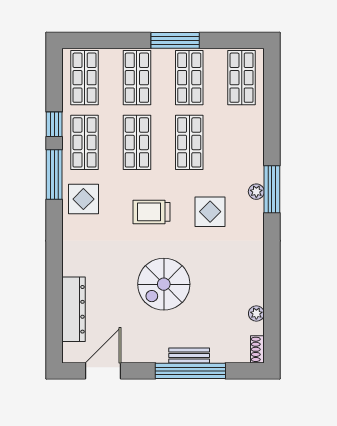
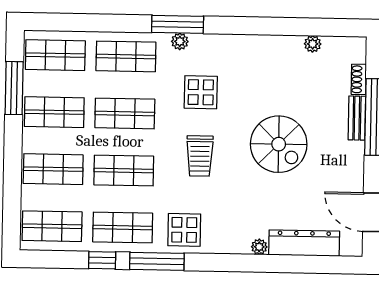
window: (175, 40) -> (14, 88), moved
shop shelf: (242, 142) -> (126, 56), added
plant: (69, 268) -> (259, 247), added
shoe rack: (257, 349) -> (359, 79), moved, turned 90

